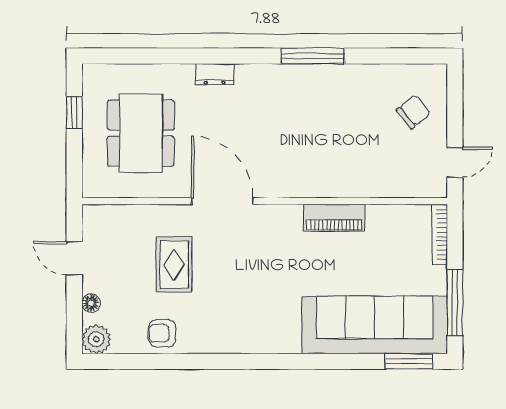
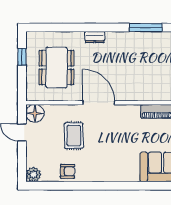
floor lamp: (91, 303) -> (35, 113), moved, width x1.89, depth x1.89
armchair: (162, 333) -> (68, 171), turned 180

